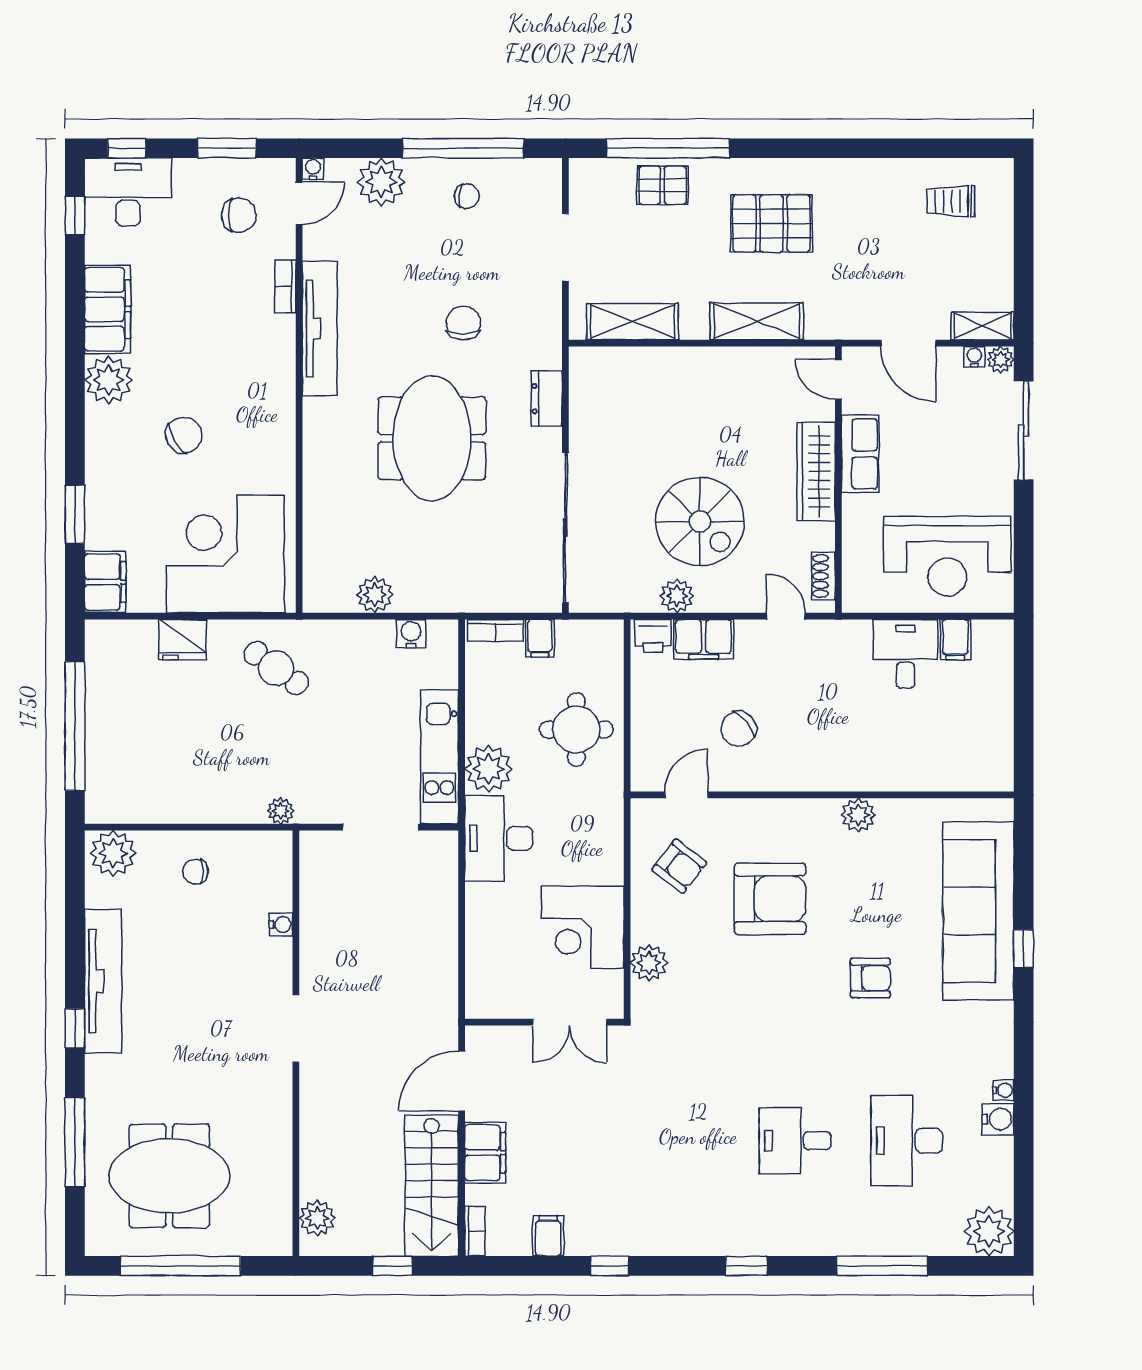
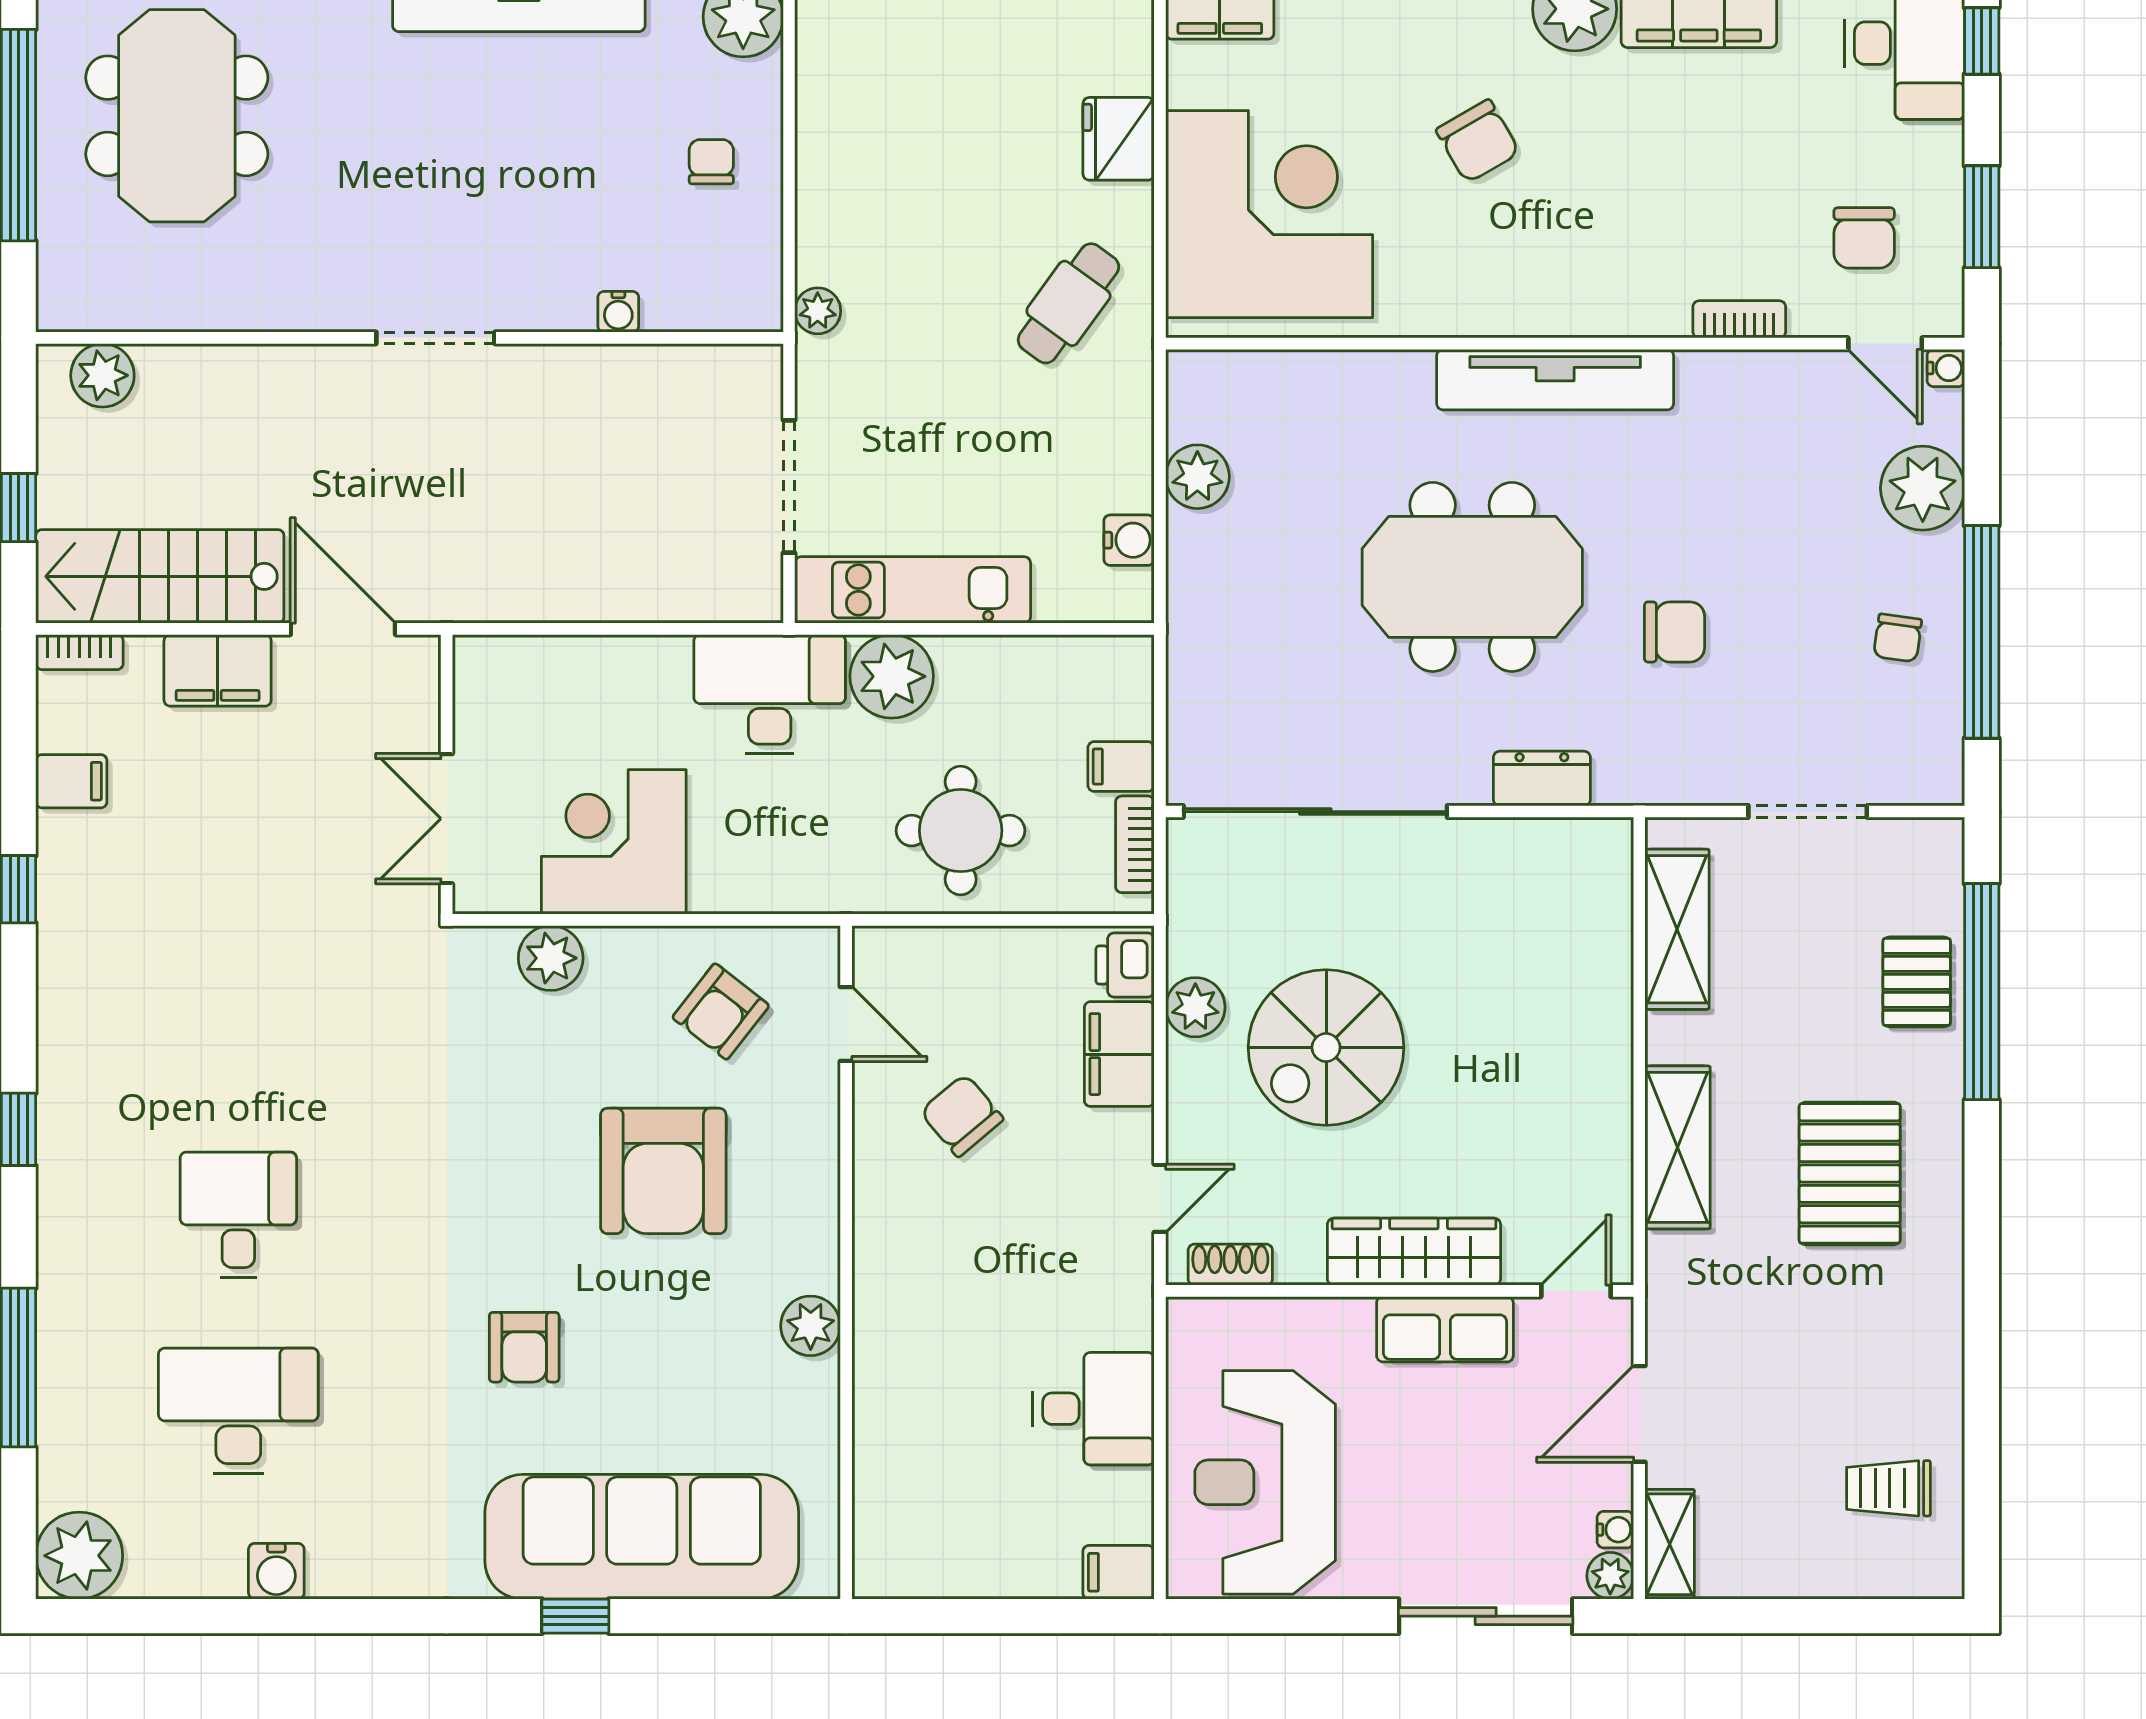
trolley: (951, 201) -> (1888, 1488), turned -90
tv unit: (320, 328) -> (1555, 380), moved
bookcase: (496, 630) -> (1135, 844), moved
filing cabinet: (955, 640) -> (1118, 1572), moved
water cooler: (1003, 1090) -> (327, 1581), removed

